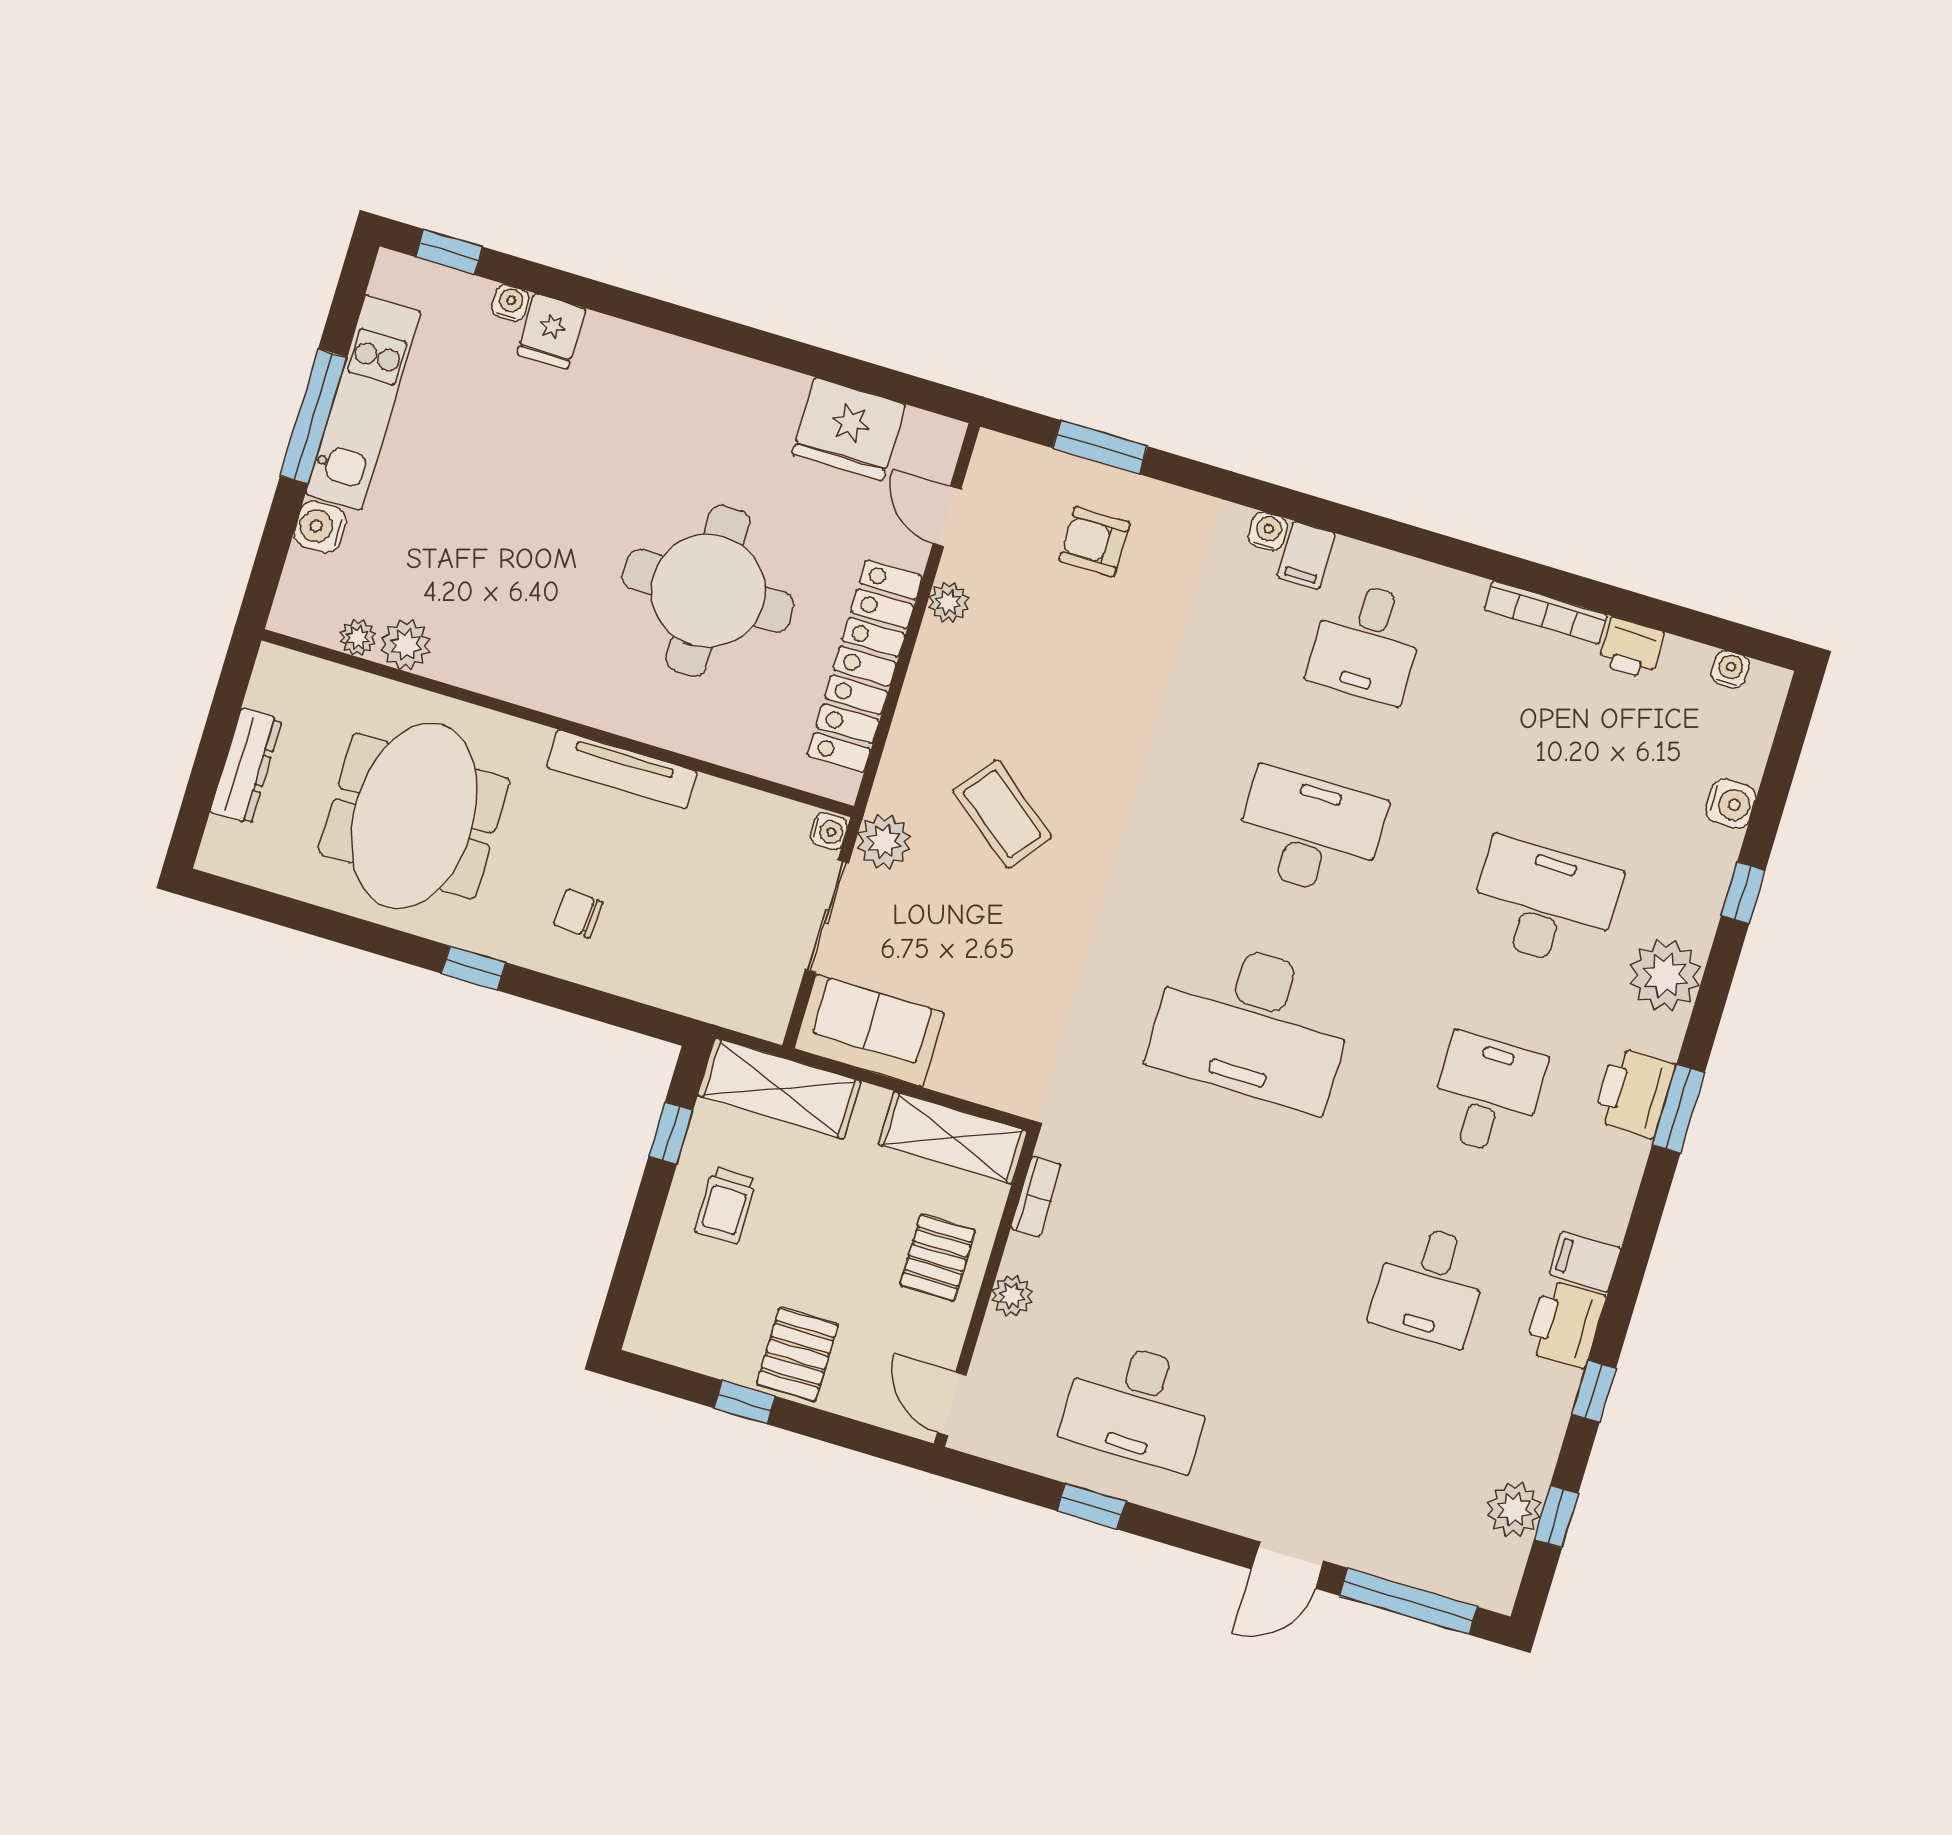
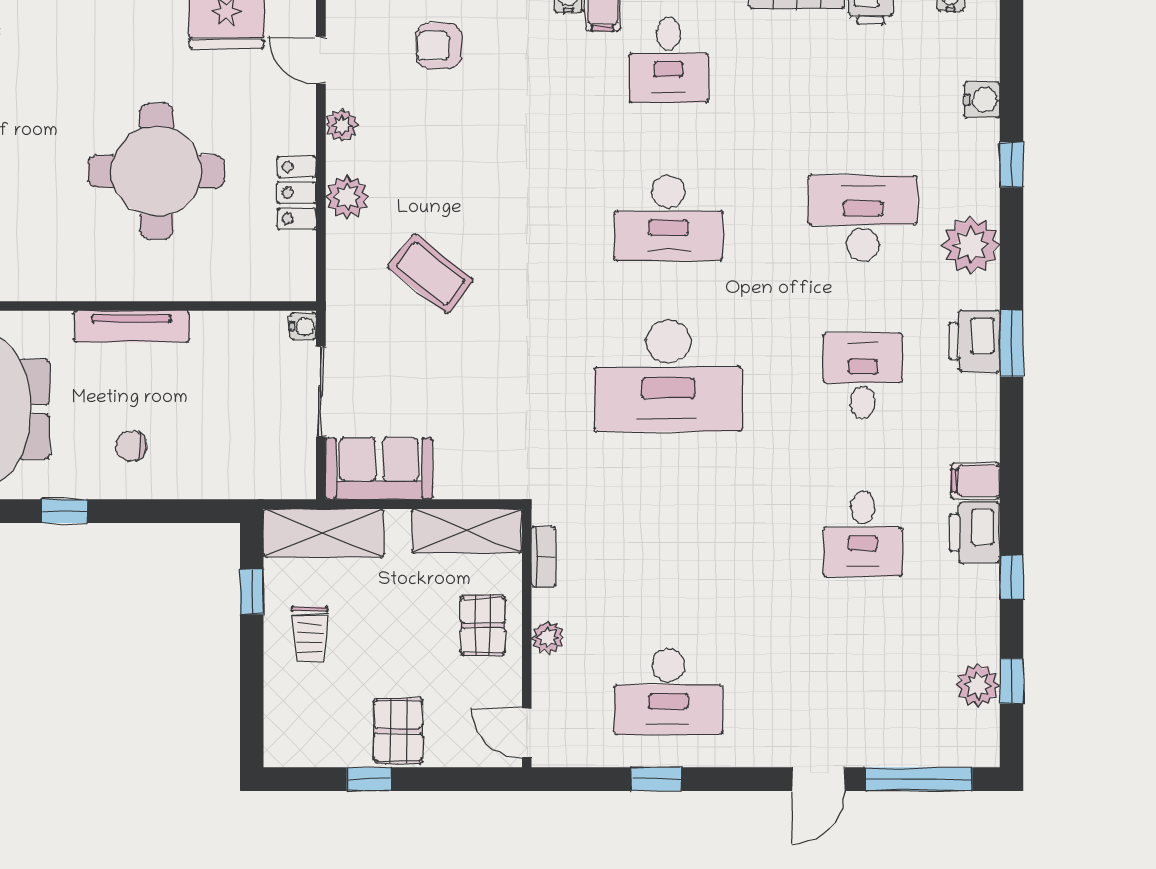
locker: (865, 666) -> (297, 193), width x0.46, depth x0.83
desk: (1309, 833) -> (668, 218), turned 180
plant: (884, 842) -> (347, 197), moved

